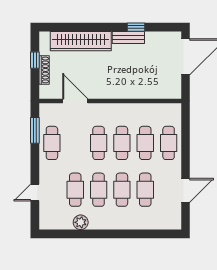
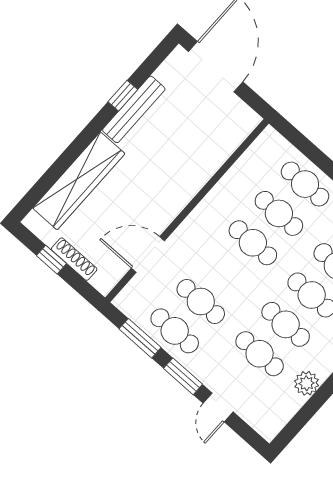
bench: (128, 37) -> (134, 109), width x1.36
cafe table: (99, 143) -> (201, 301), moved
window: (35, 165) -> (183, 376), added

